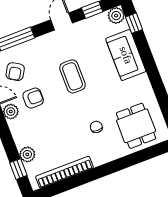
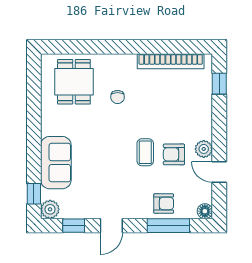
armchair: (15, 72) -> (164, 203), moved, turned 59
coffee table: (73, 76) -> (145, 152), moved, width x0.73, depth x0.77
plant: (27, 154) -> (204, 96), removed

